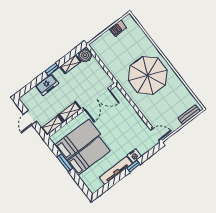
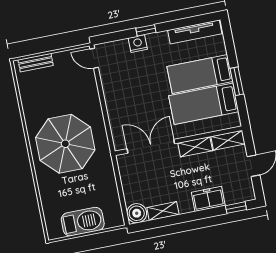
barbecue: (118, 28) -> (83, 222), width x1.88, depth x1.53
window: (52, 69) -> (236, 208), moved
tv unit: (116, 170) -> (195, 32), moved

